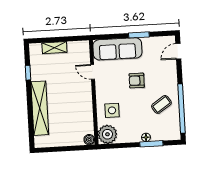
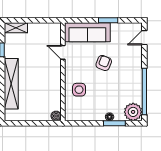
shelving: (54, 48) -> (16, 28), moved
armchair: (137, 81) -> (104, 63), turned 111
coffee table: (161, 104) -> (126, 87), removed
plant: (107, 134) -> (133, 112), moved

